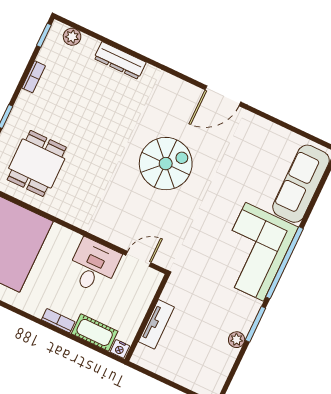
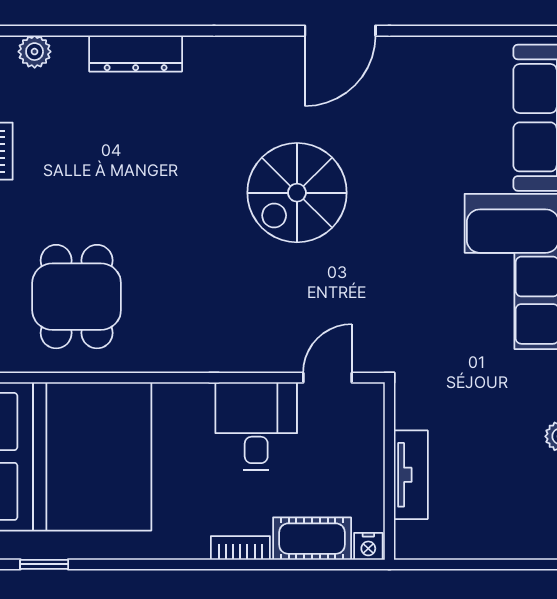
spiral stairs: (166, 164) -> (297, 193), turned 180

